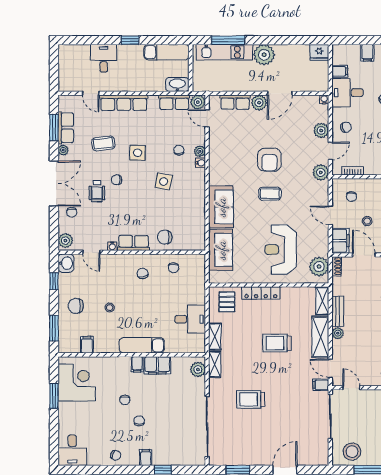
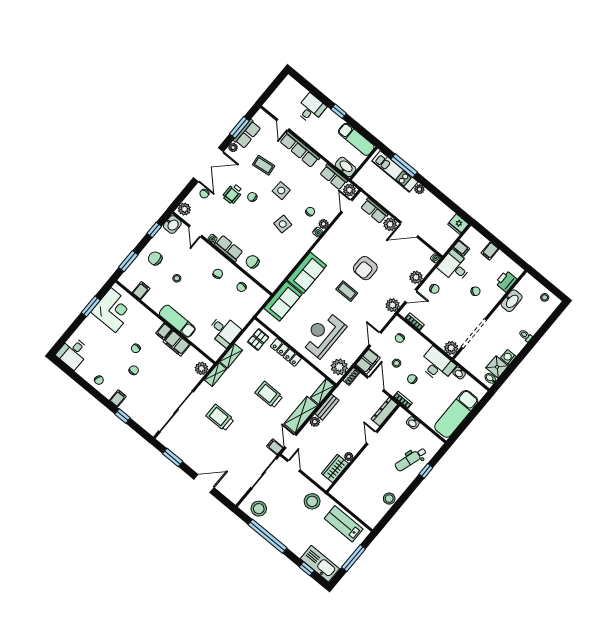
plant: (264, 55) -> (419, 189), width x0.53, depth x0.53

